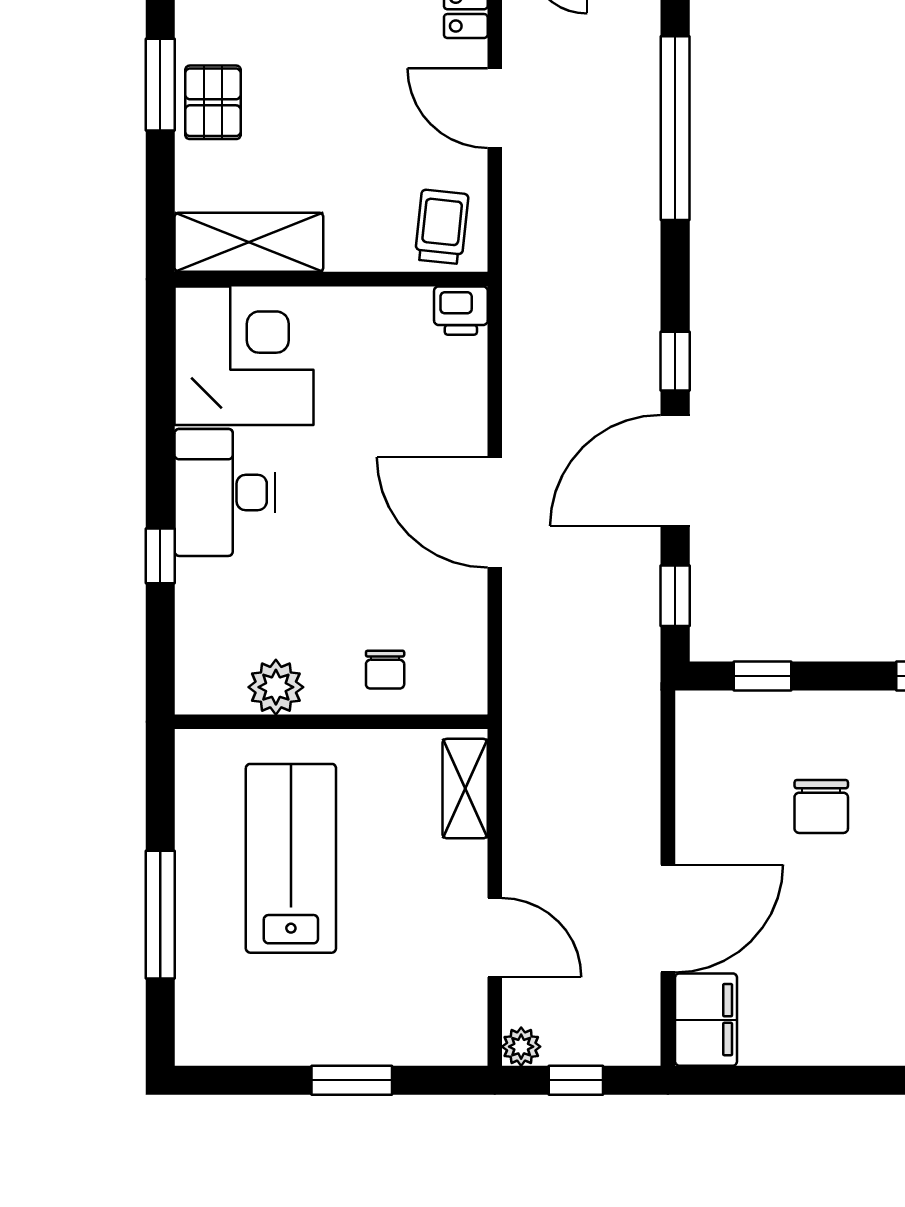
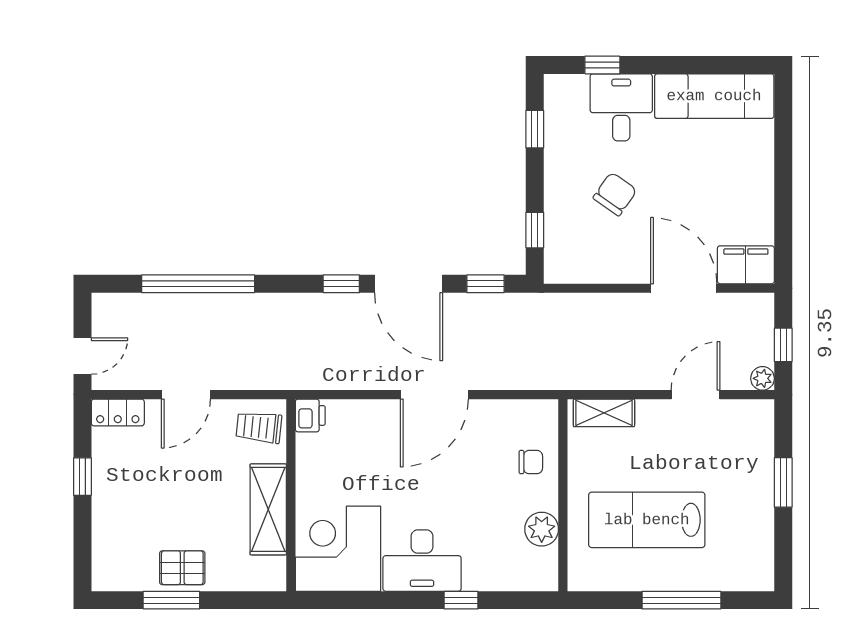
shelving: (249, 242) -> (268, 509), moved
chair: (821, 806) -> (615, 194), turned -55

